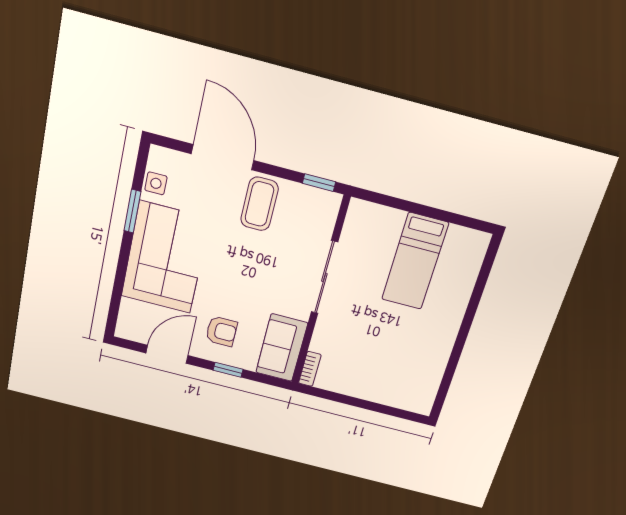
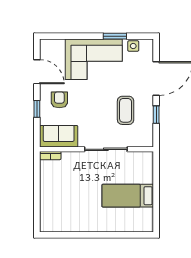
window: (319, 183) -> (156, 115), moved
coffee table: (259, 204) -> (126, 110), moved, turned 90
armchair: (221, 331) -> (59, 100), turned 180

